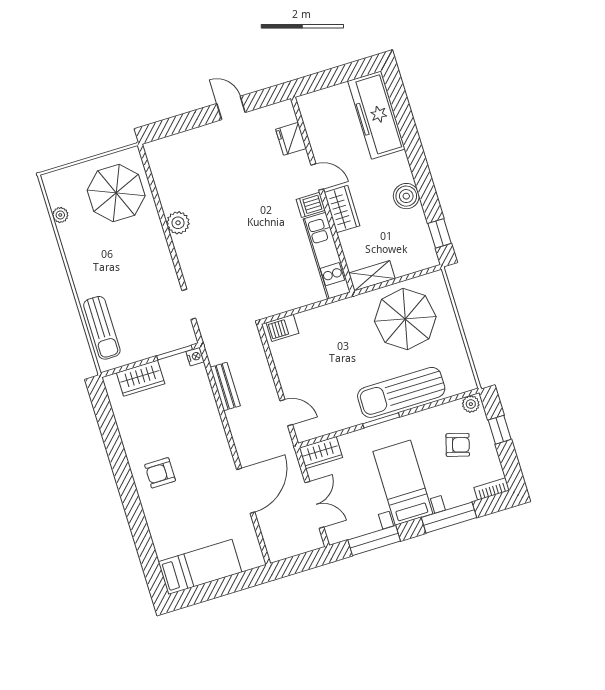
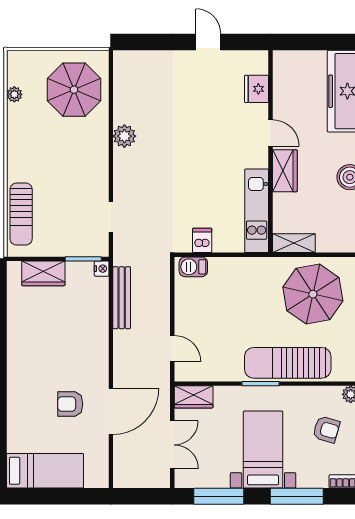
dishwasher: (311, 205) -> (202, 240), moved, turned 90
bench: (225, 386) -> (122, 298), width x1.36
armchair: (160, 473) -> (70, 404), moved

